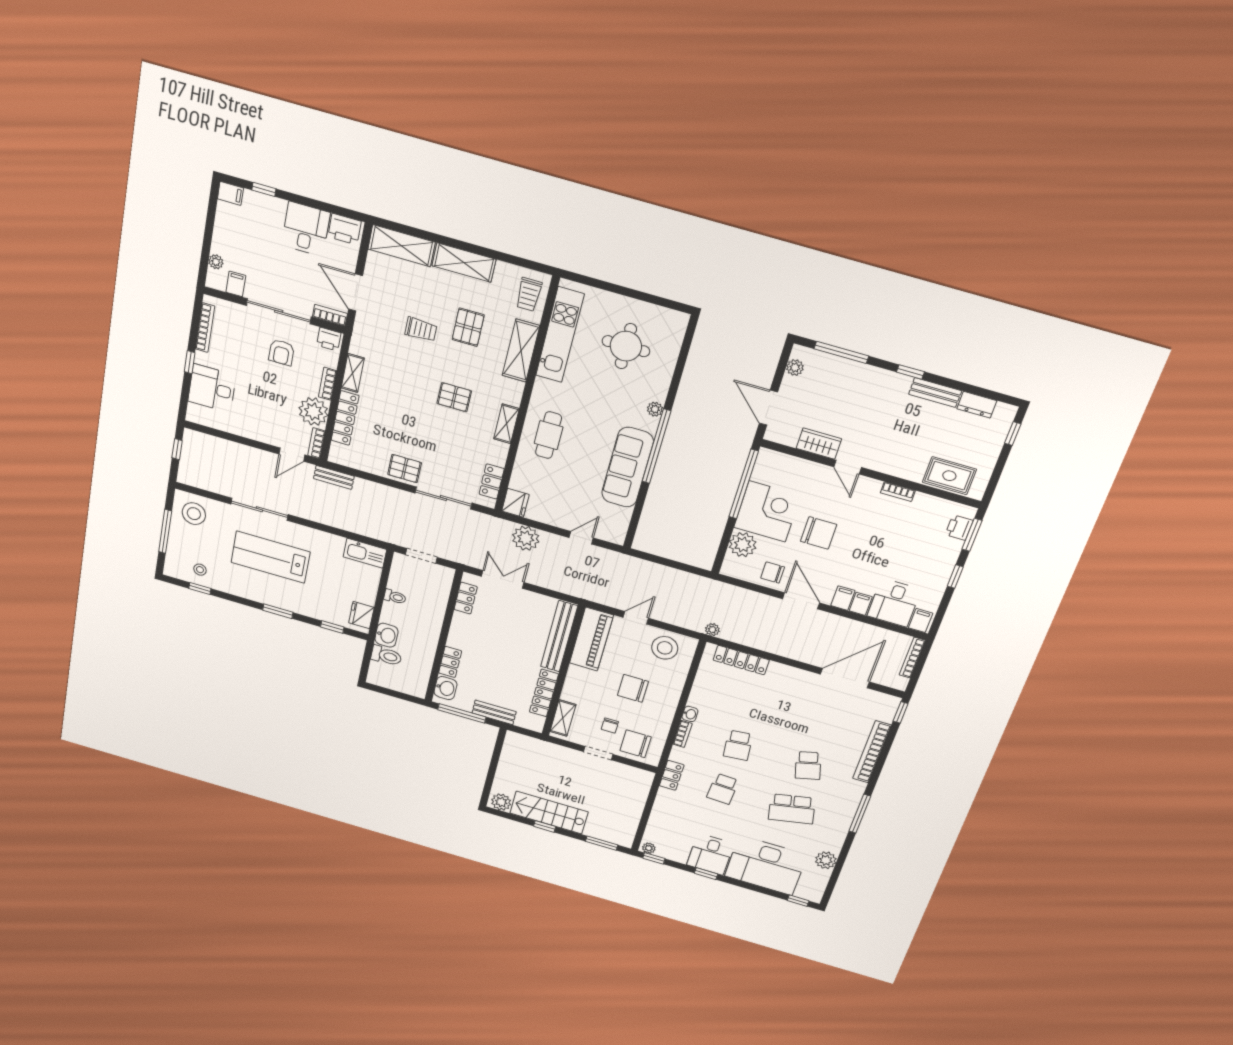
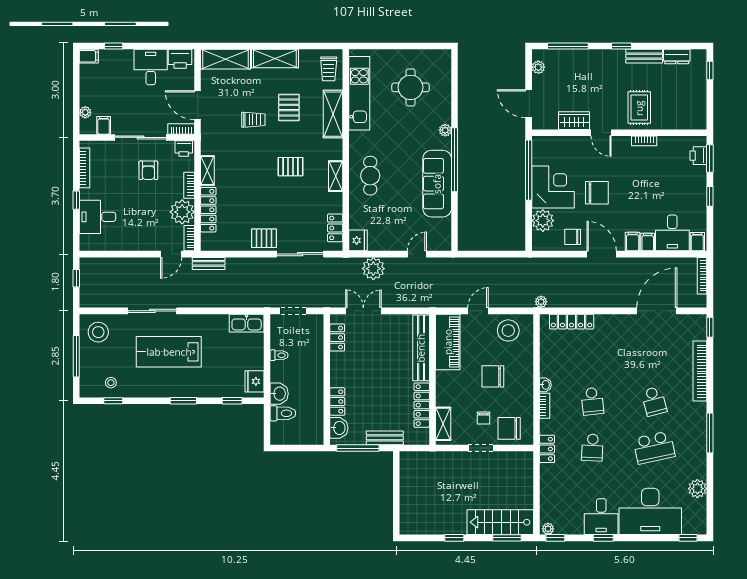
rug: (949, 476) -> (639, 108), moved, turned 90
plant: (501, 802) -> (411, 526), removed
stairs: (549, 813) -> (500, 522), moved

